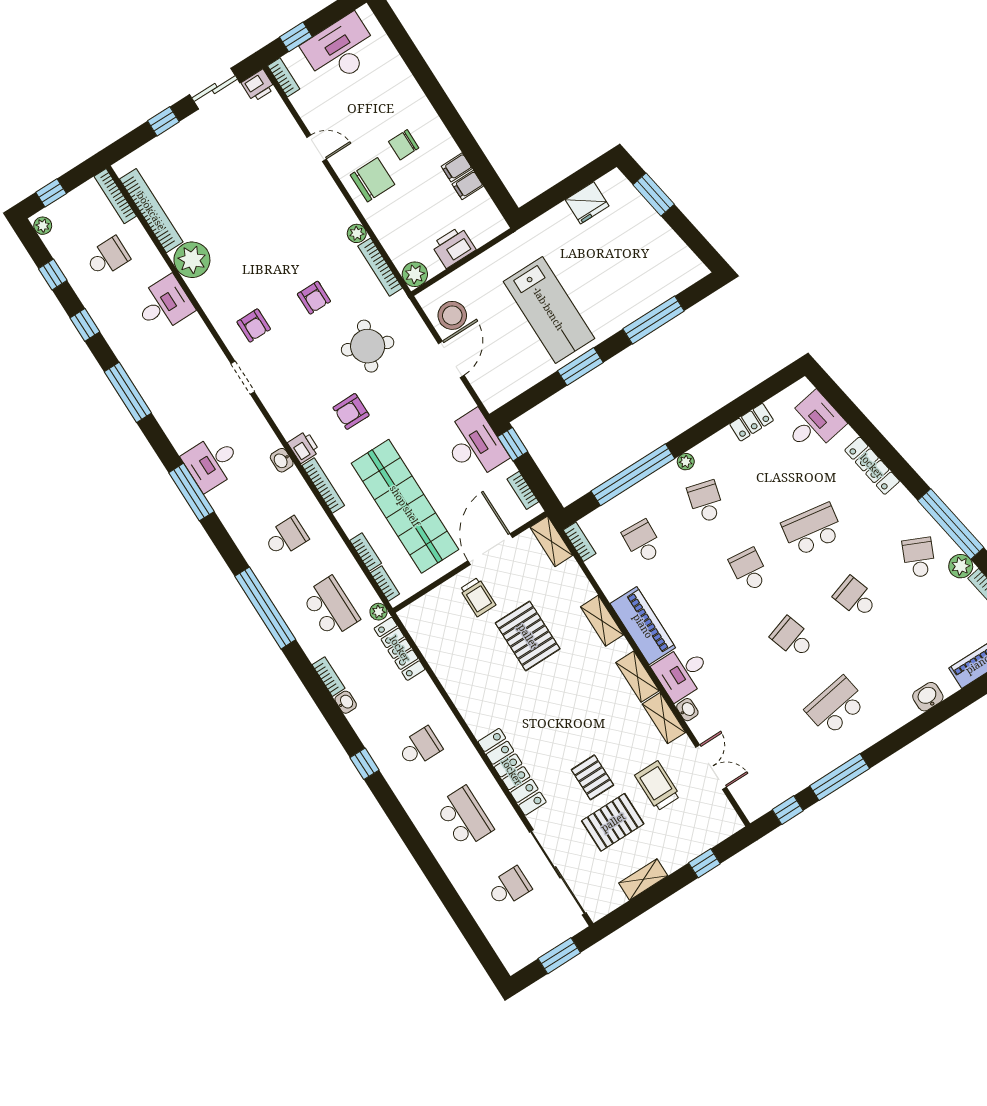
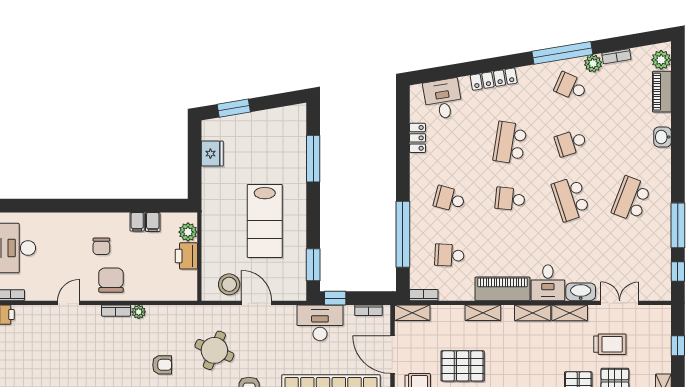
bookcase: (380, 267) -> (116, 311), moved, width x0.64
plant: (415, 274) -> (188, 232), moved
lab bench: (549, 310) -> (265, 221), turned 90
window: (580, 367) -> (313, 265), moved
plant: (686, 462) -> (416, 196), removed
school desk: (793, 638) -> (571, 199), width x1.85
school desk: (836, 706) -> (631, 199), turned 30
washbasin: (687, 710) -> (581, 292), width x1.91, depth x1.45
trolley: (658, 786) -> (610, 344), turned 180

